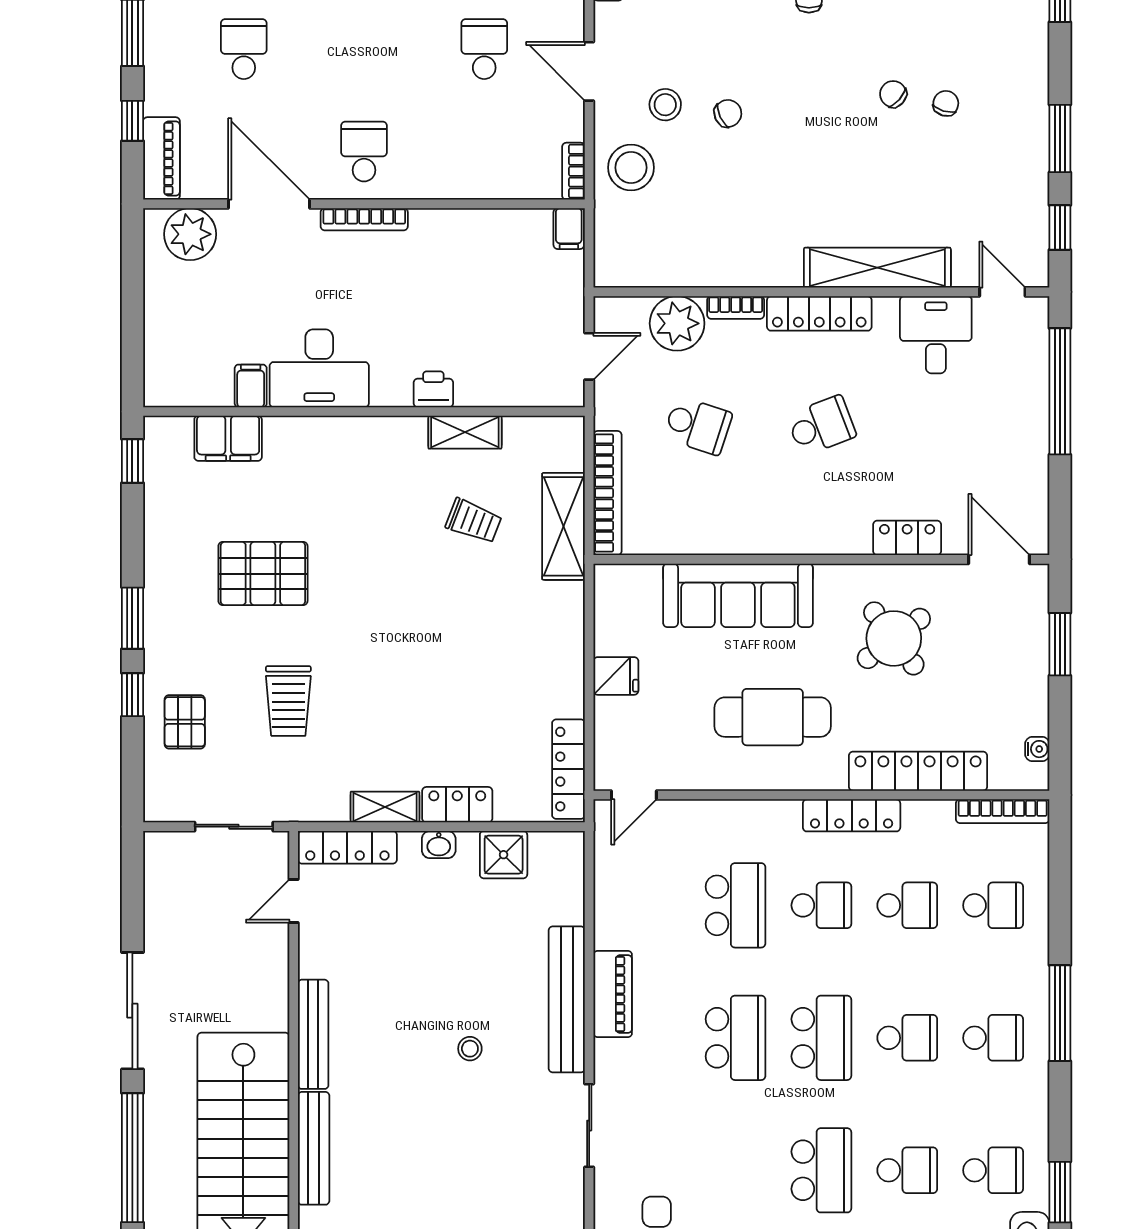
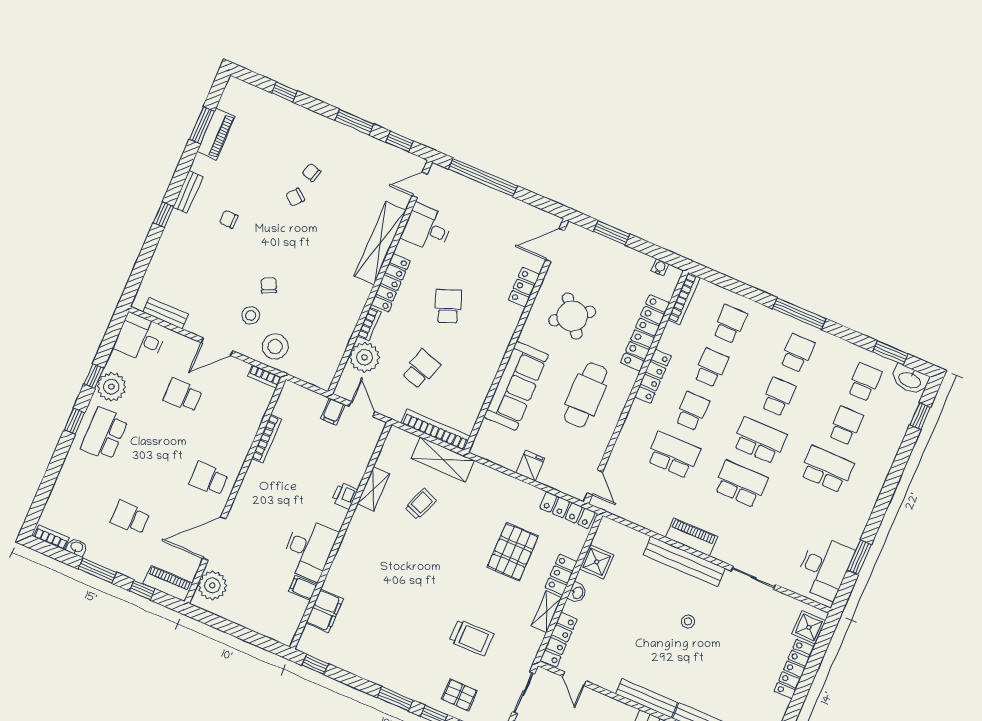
bookcase: (364, 219) -> (267, 439), moved
filing cabinet: (569, 229) -> (333, 412), moved, turned 90
pallet: (263, 574) -> (513, 552), moved

